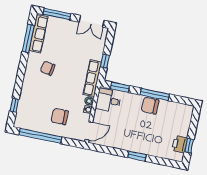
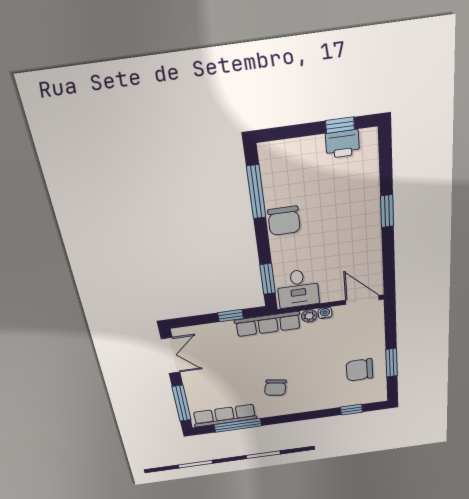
window: (155, 94) -> (256, 192), moved
chair: (60, 116) -> (359, 370), moved, turned 90
window: (40, 136) -> (391, 363), width x0.47

